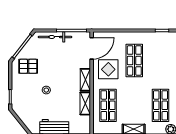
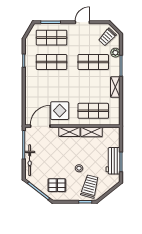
door: (92, 48) -> (40, 126), hinge flipped
shop shelf: (134, 60) -> (52, 62), moved
pallet: (28, 66) -> (57, 185), turned 90
trolley: (27, 102) -> (90, 186), added

